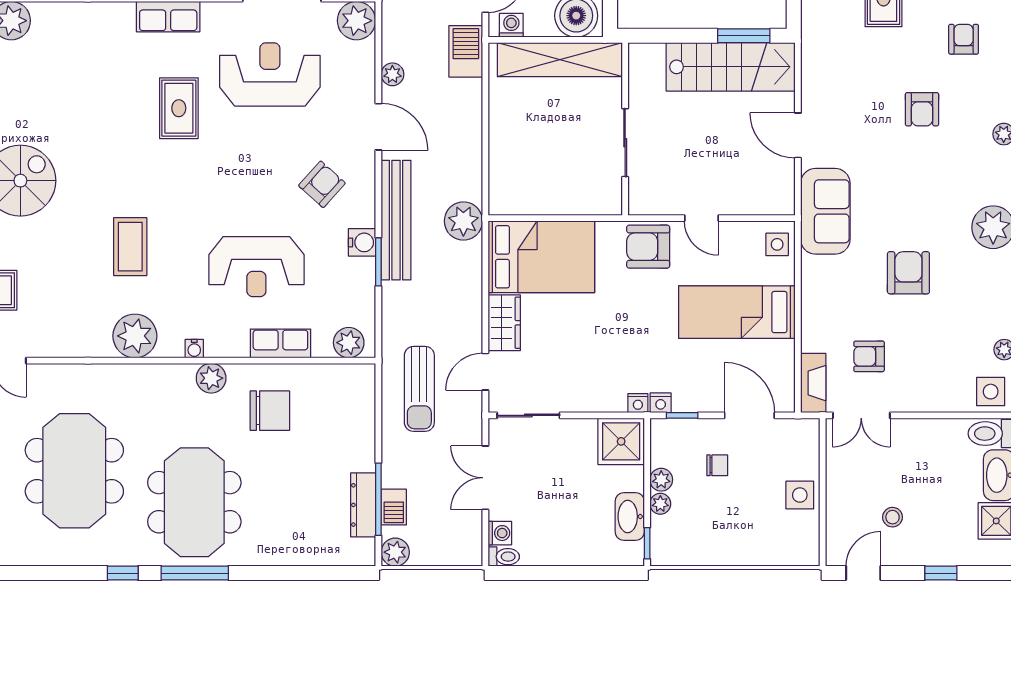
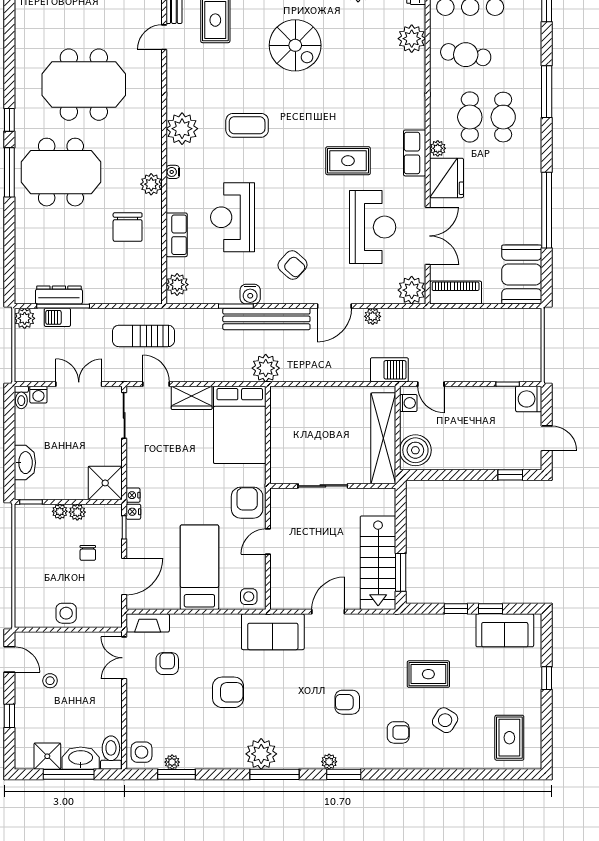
washbasin: (630, 517) -> (25, 463), moved, turned 90

